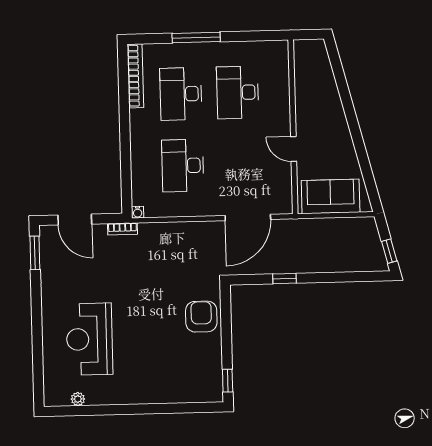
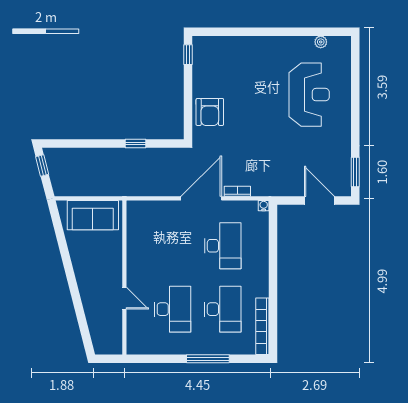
door: (294, 149) -> (124, 298), moved
door: (248, 217) -> (201, 198), moved
bookcase: (122, 229) -> (237, 191), moved

